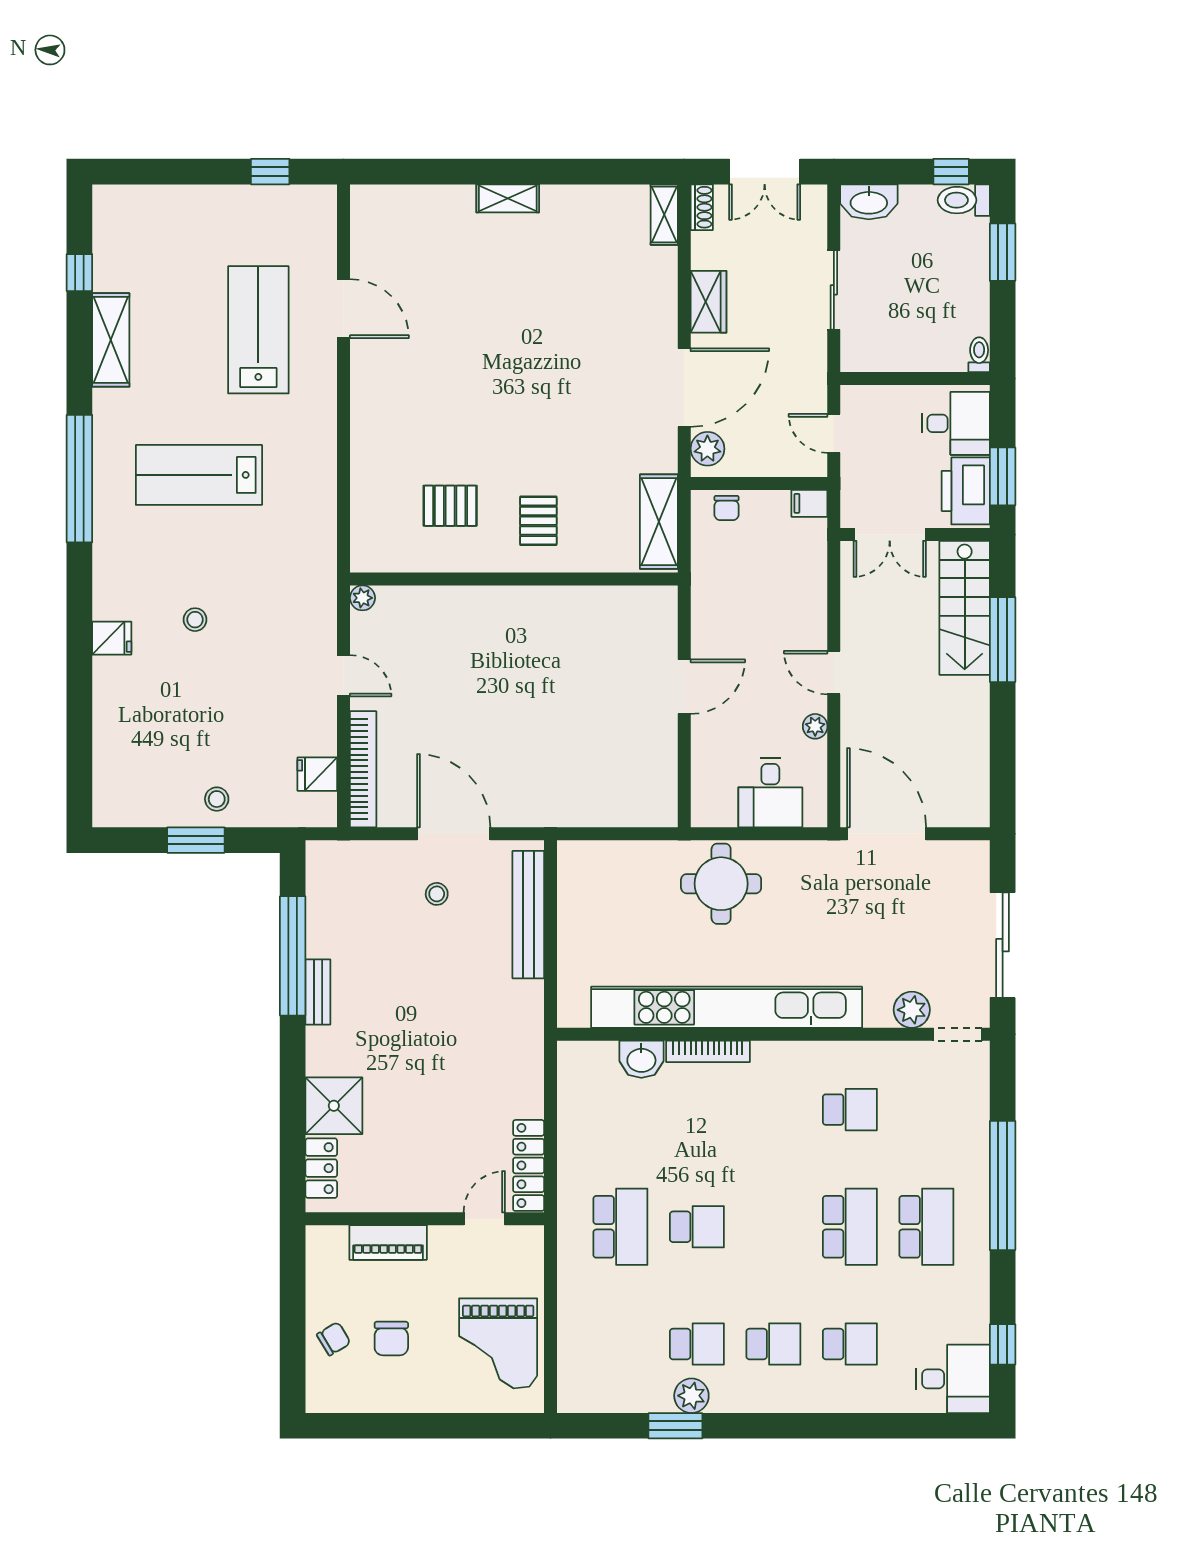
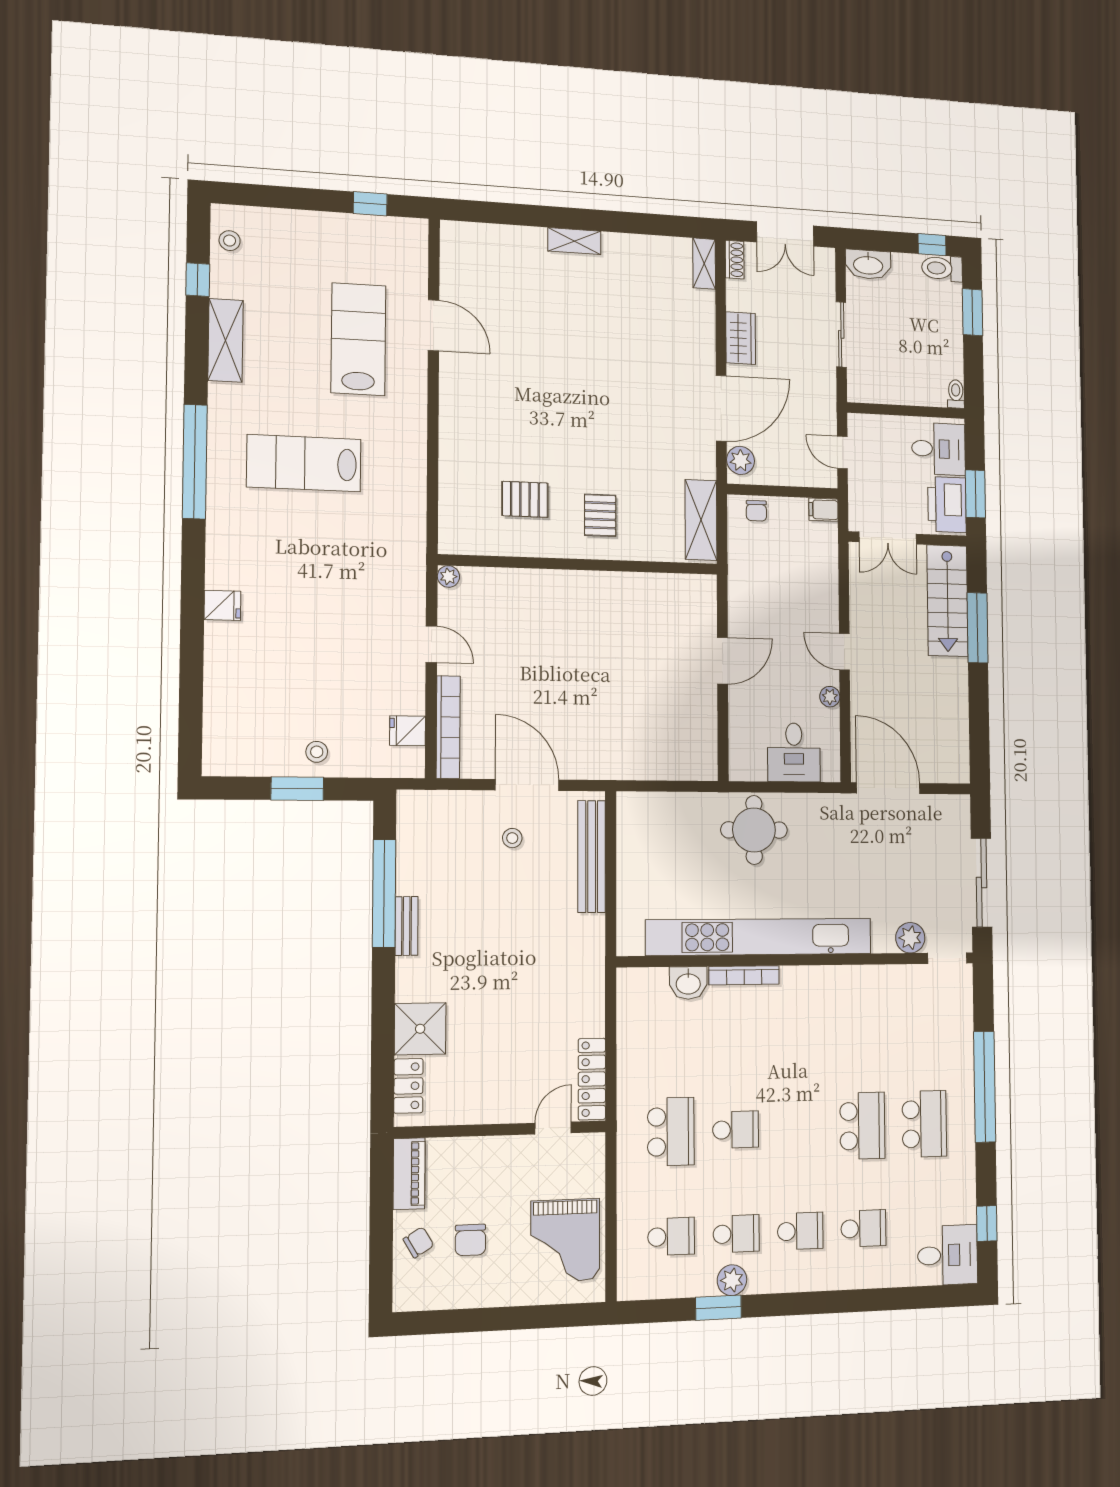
stool: (195, 620) -> (230, 241), moved
school desk: (850, 1110) -> (671, 1236), moved
piano: (388, 1243) -> (409, 1174), moved, turned -90

